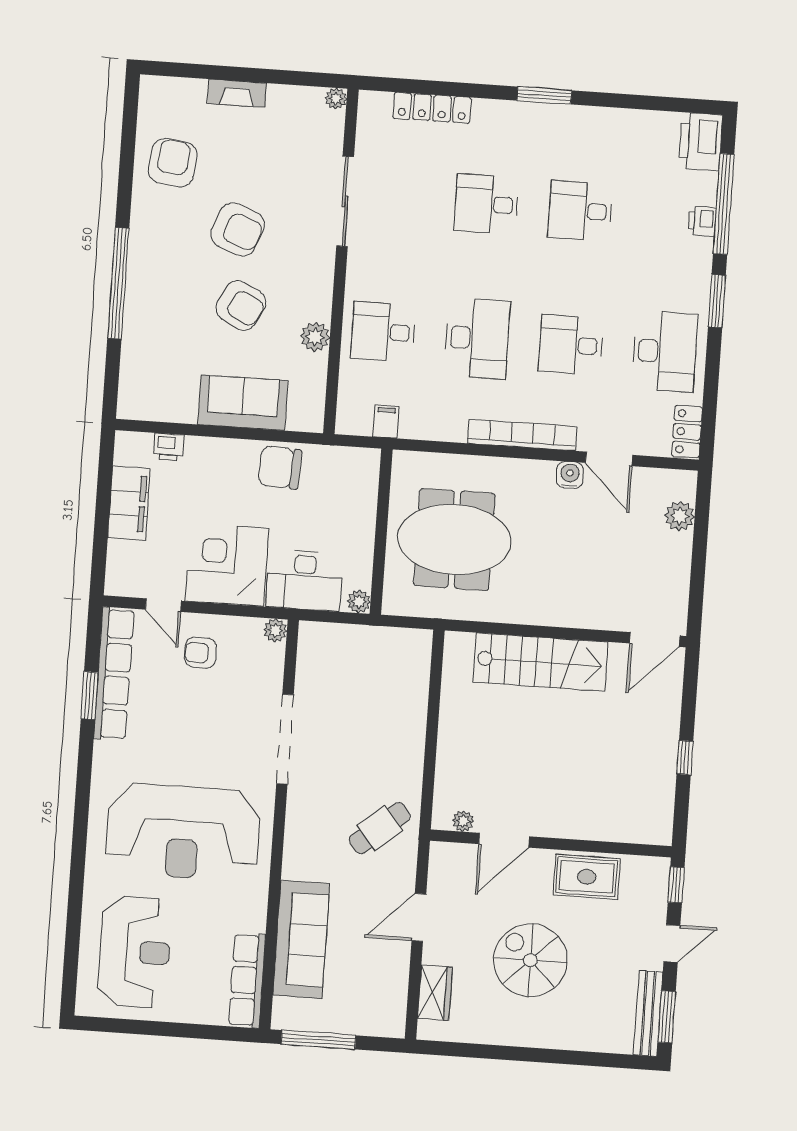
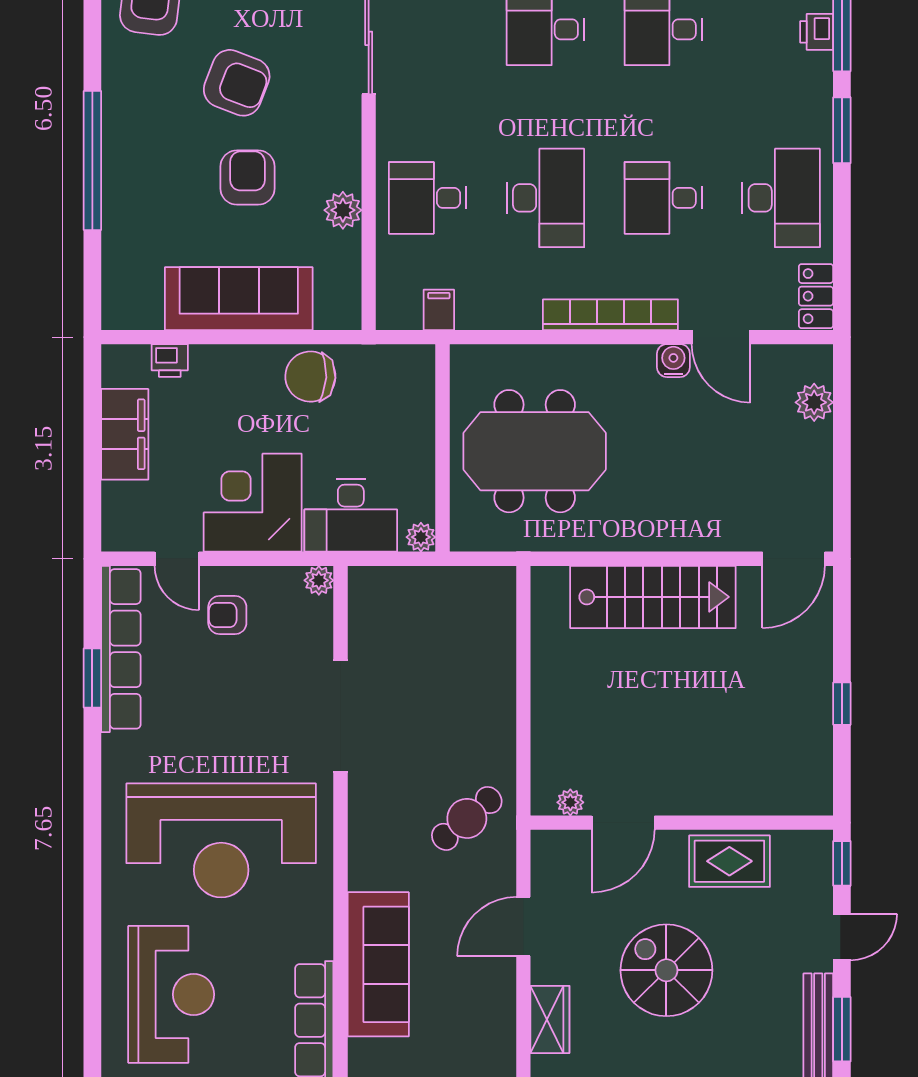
armchair: (241, 306) -> (247, 177), turned -117
sofa: (243, 403) -> (239, 299), width x1.36

